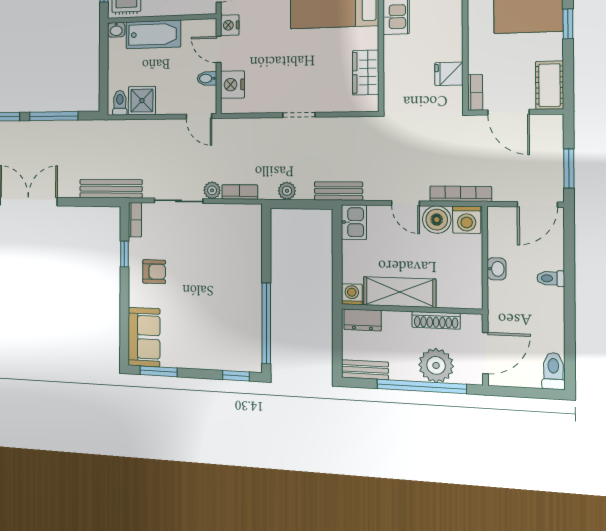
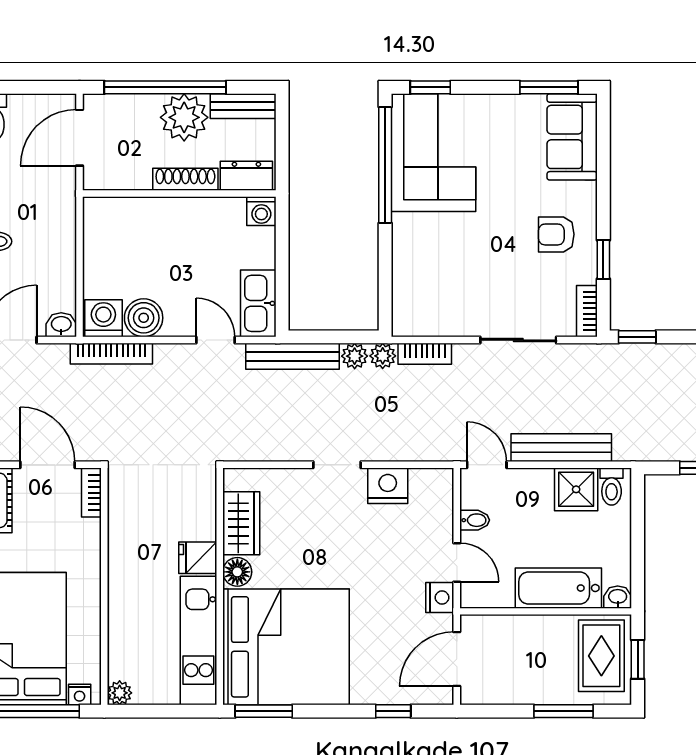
floor lamp: (368, 38) -> (237, 572), added
fridge: (449, 74) -> (198, 558), moved, turned 180
nightstand: (232, 85) -> (388, 486), moved, turned -90
bench: (111, 189) -> (561, 448), moved
plant: (212, 190) -> (383, 356), moved
bench: (338, 191) -> (293, 356), width x1.36
window: (104, 202) -> (637, 337), added
door: (405, 203) -> (215, 340), moved
kitchen sink: (354, 222) -> (258, 303), width x1.38
washbasin: (497, 269) -> (61, 325), moved, turned 90
shelving: (400, 292) -> (195, 216), removed
shoe rack: (436, 320) -> (185, 179), moved
corner sofa: (234, 330) -> (433, 153), added
plant: (436, 365) -> (184, 117), moved

